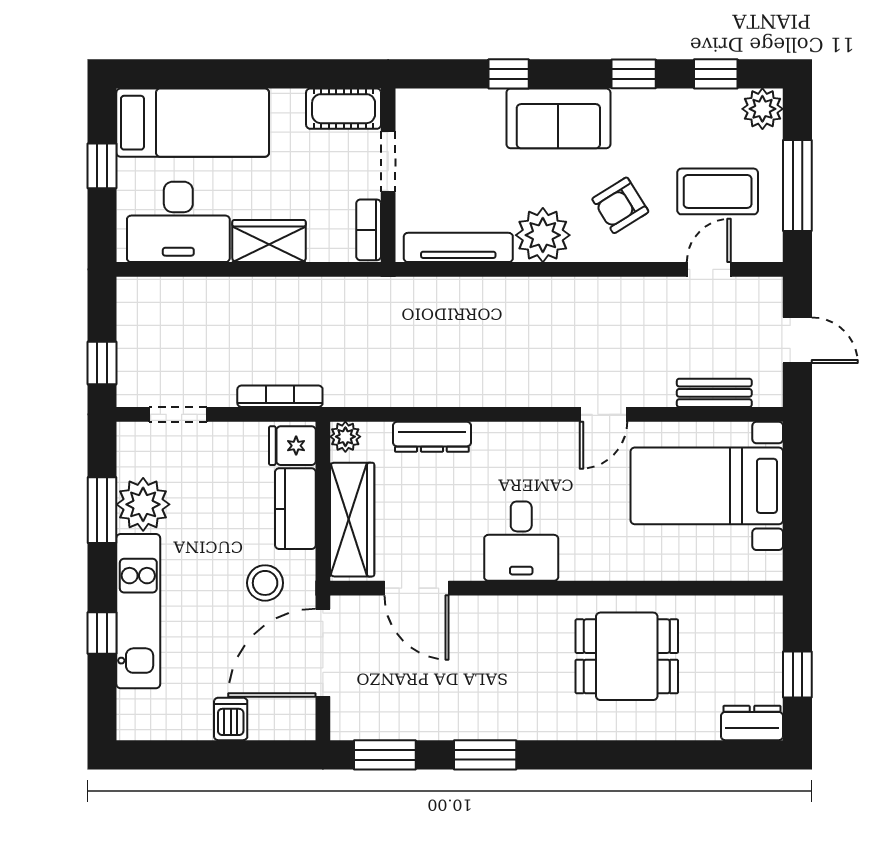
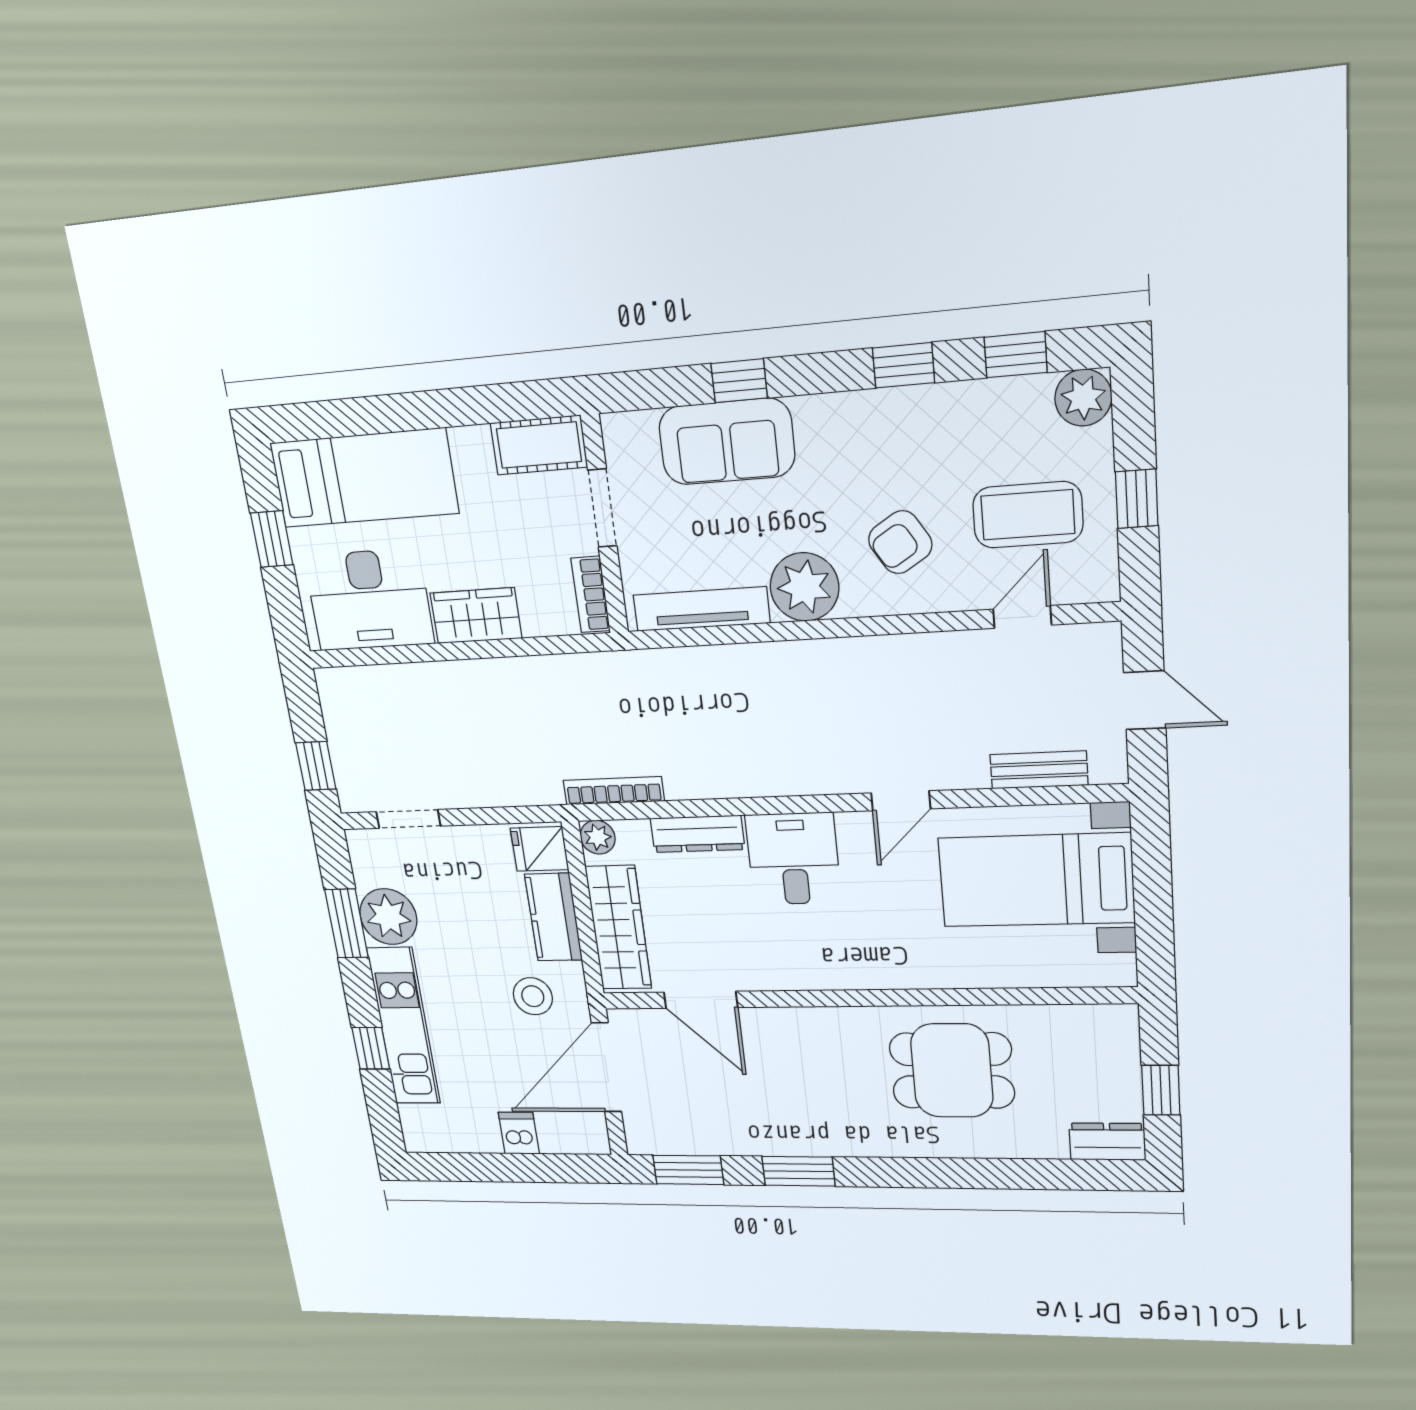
sofa: (558, 118) -> (727, 442), moved
window: (797, 185) -> (1137, 499), width x0.46
bookcase: (280, 396) -> (614, 791), moved
desk: (521, 541) -> (793, 859), moved, turned 180

